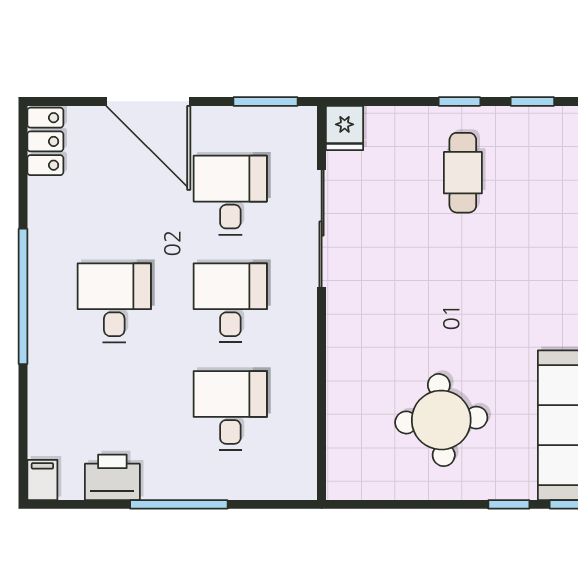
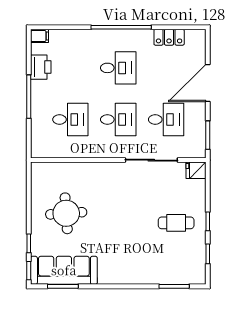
locker: (45, 141) -> (169, 37), moved

